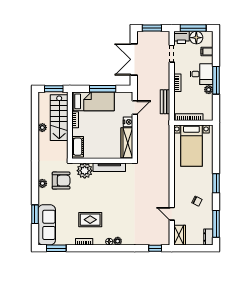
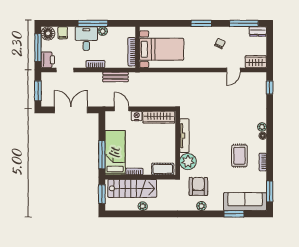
floor lamp: (196, 38) -> (48, 33), moved
double door: (134, 59) -> (71, 110), swing flipped
window: (103, 89) -> (102, 155), moved

